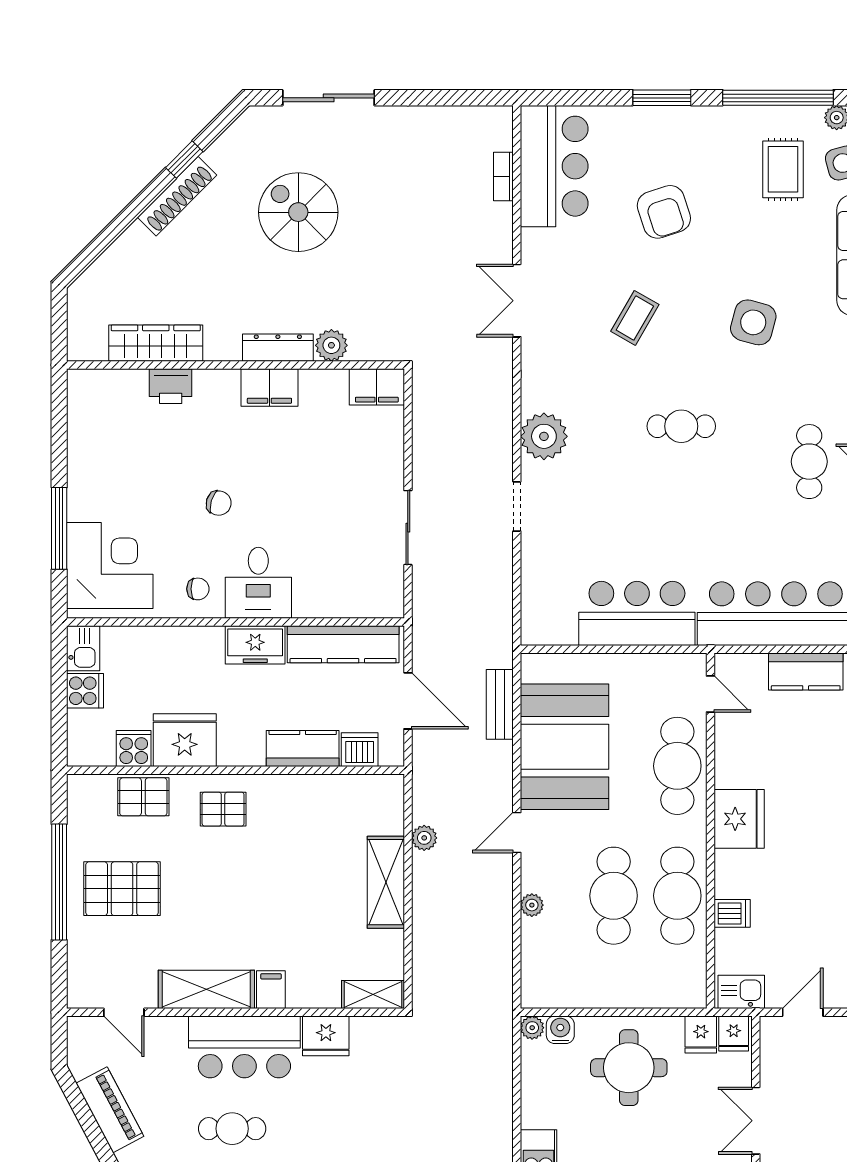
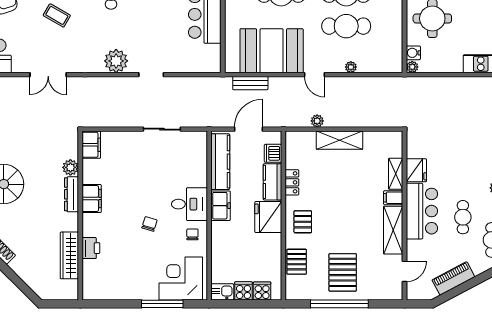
fridge: (185, 740) -> (268, 217), moved
cooker: (134, 748) -> (262, 291), moved, turned 90
locker: (302, 787) -> (292, 182), added
shelving: (373, 995) -> (396, 174), moved

